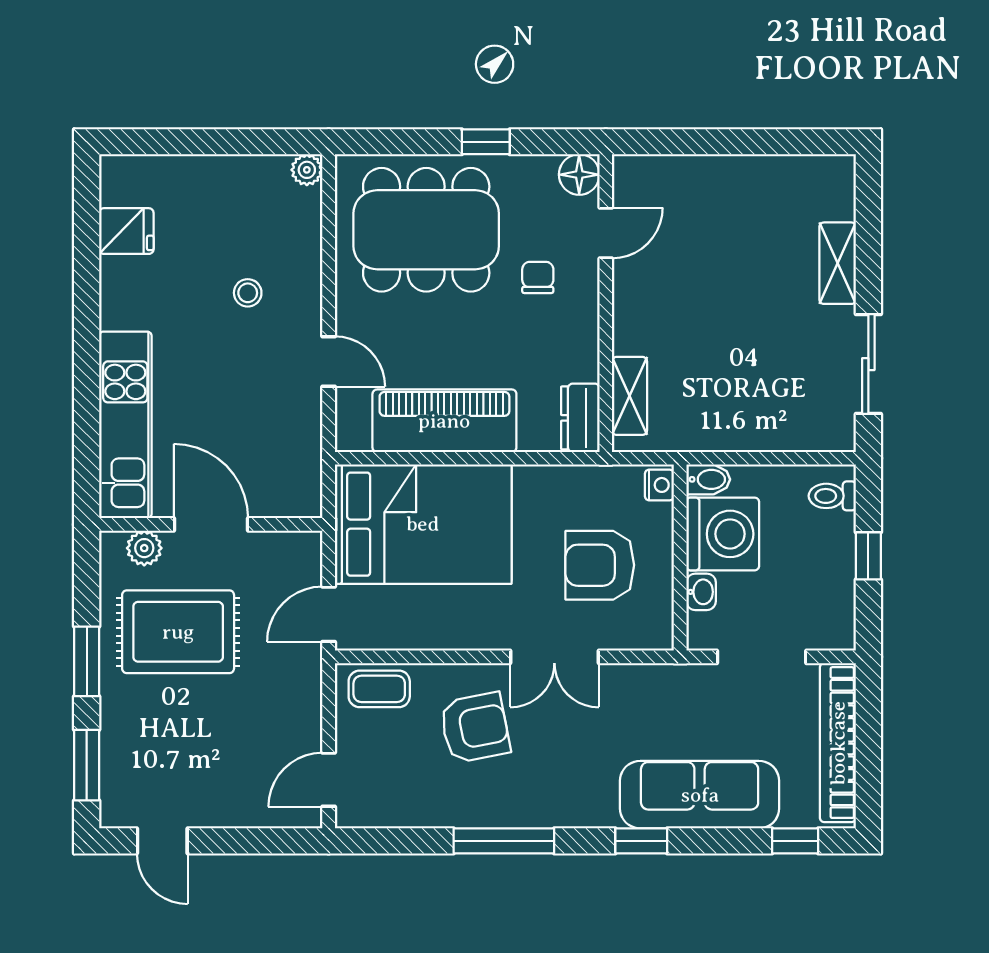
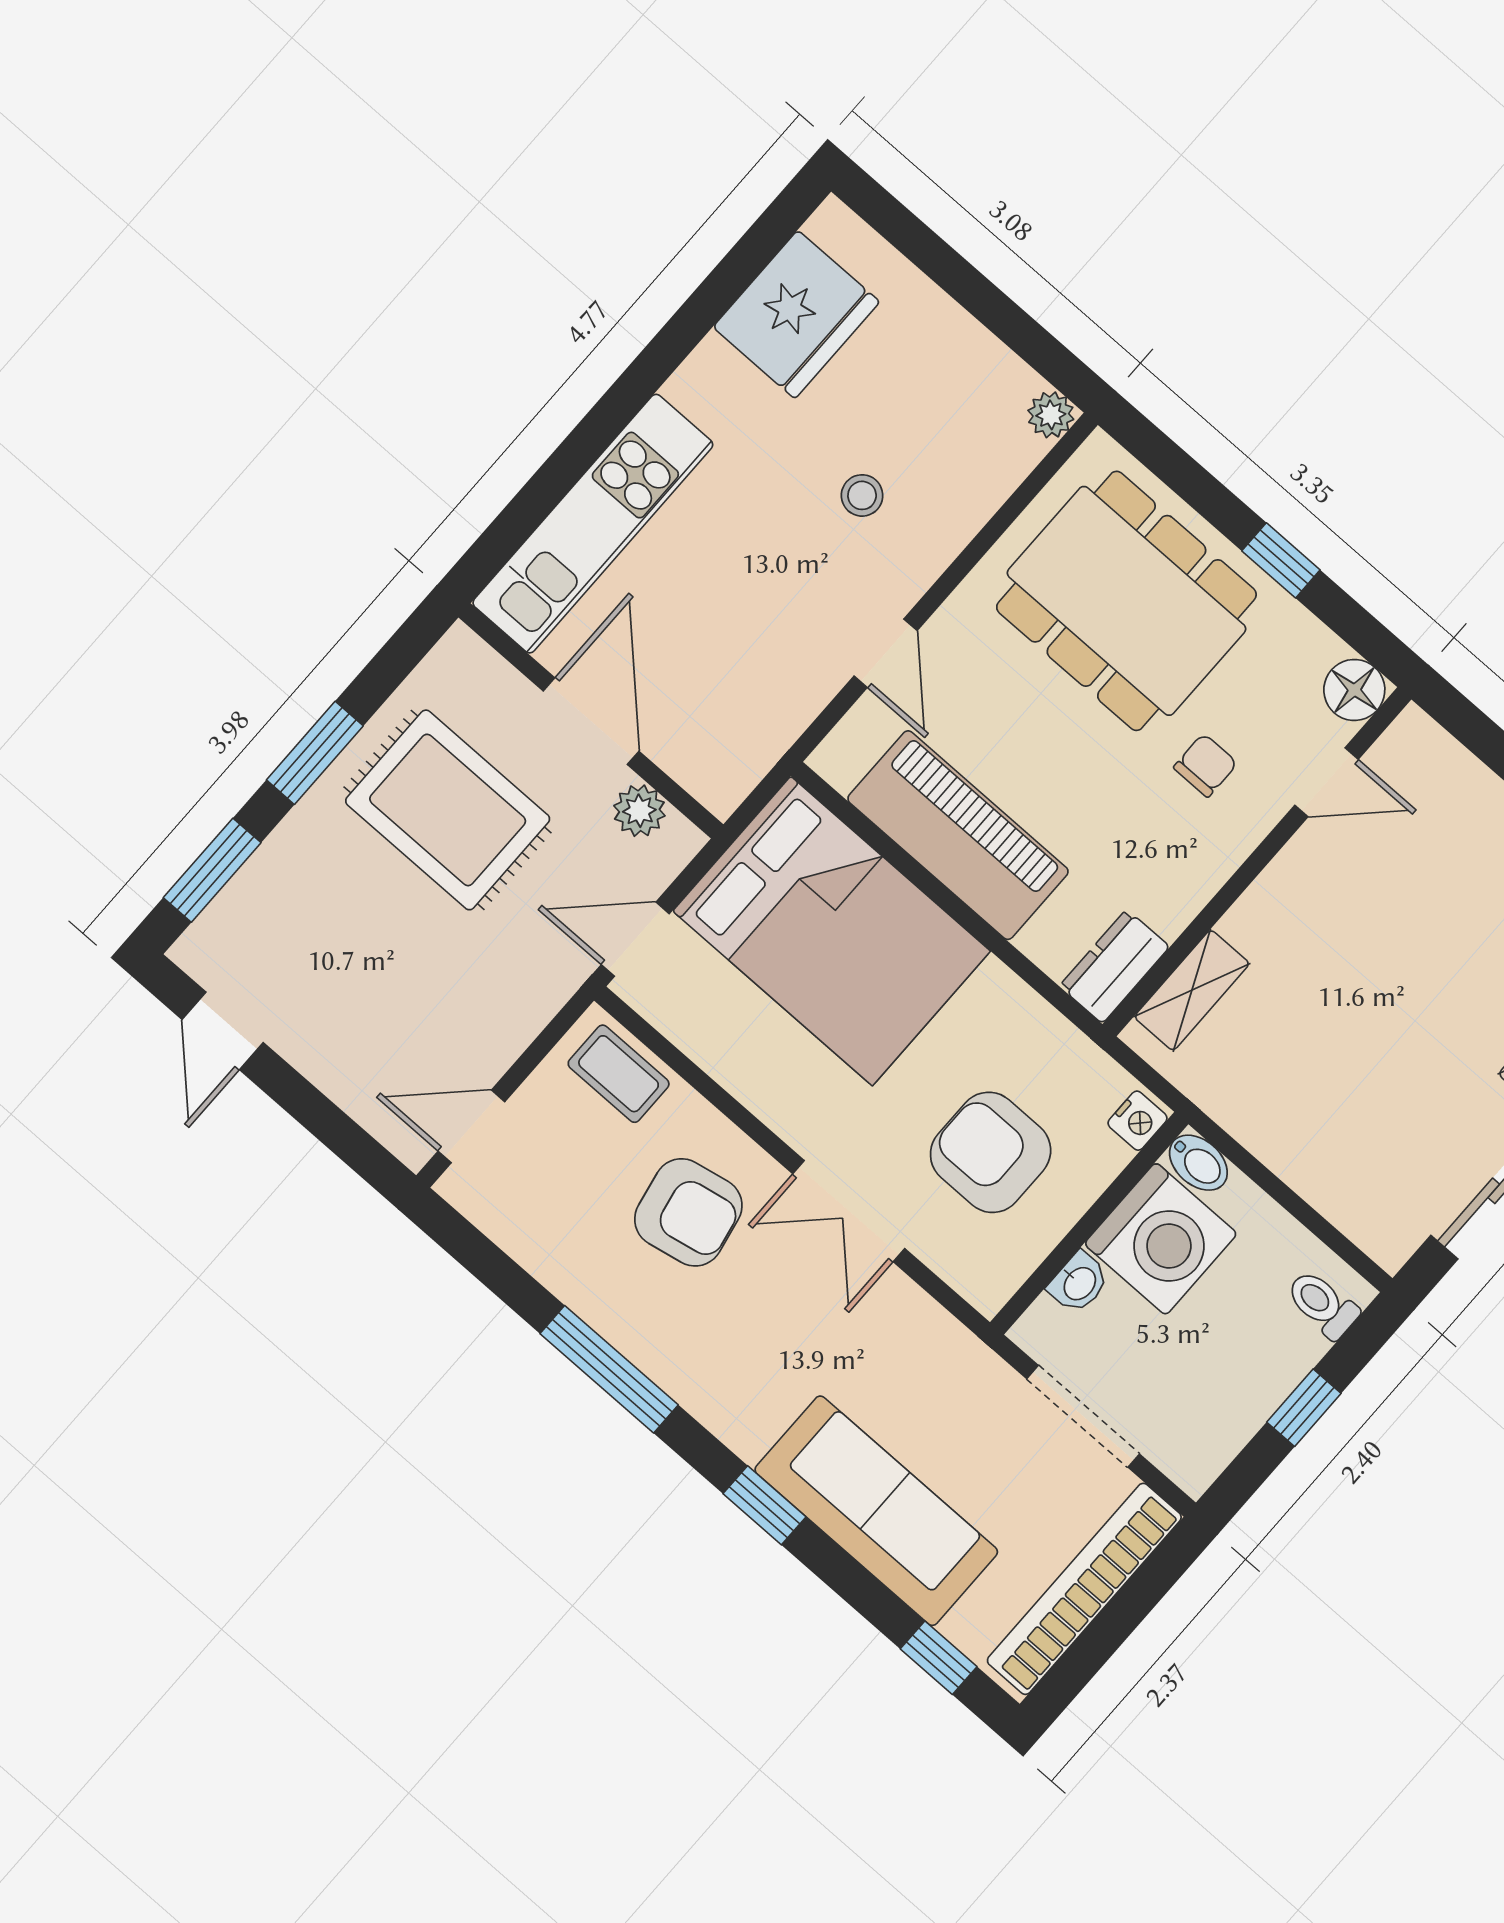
fridge: (126, 231) -> (796, 314), width x1.88, depth x1.34
plant: (144, 548) -> (639, 811), moved

